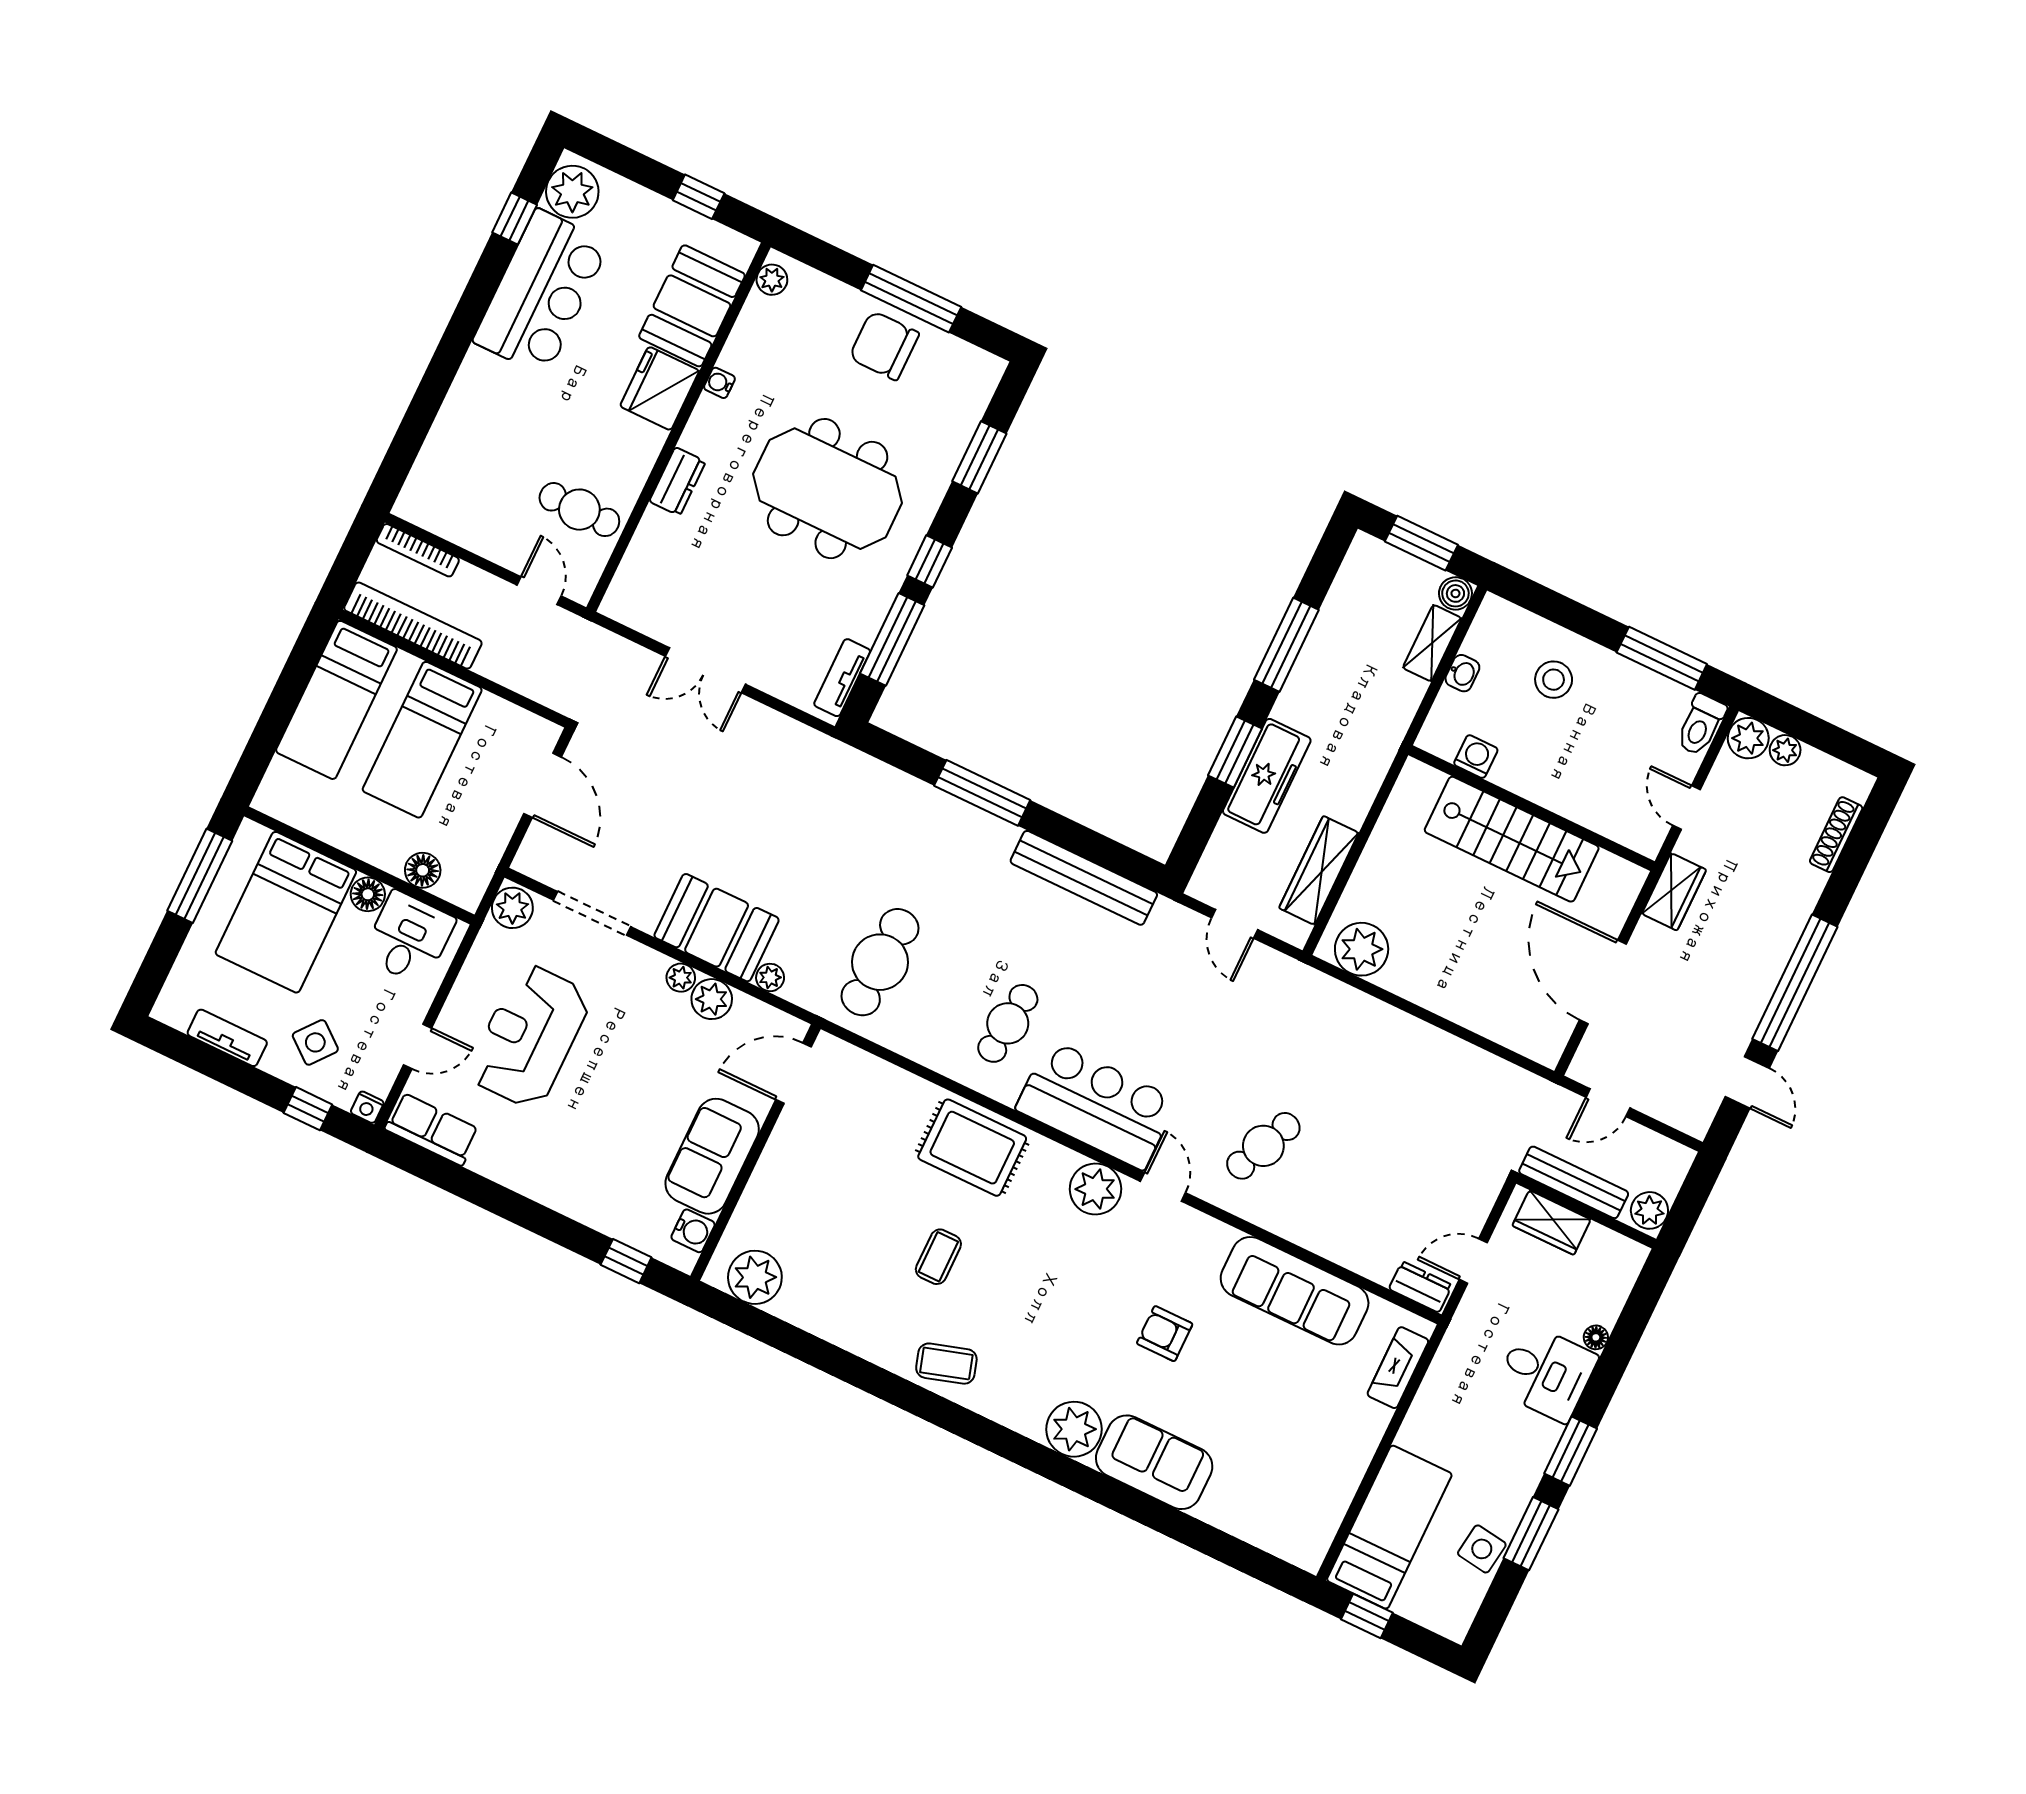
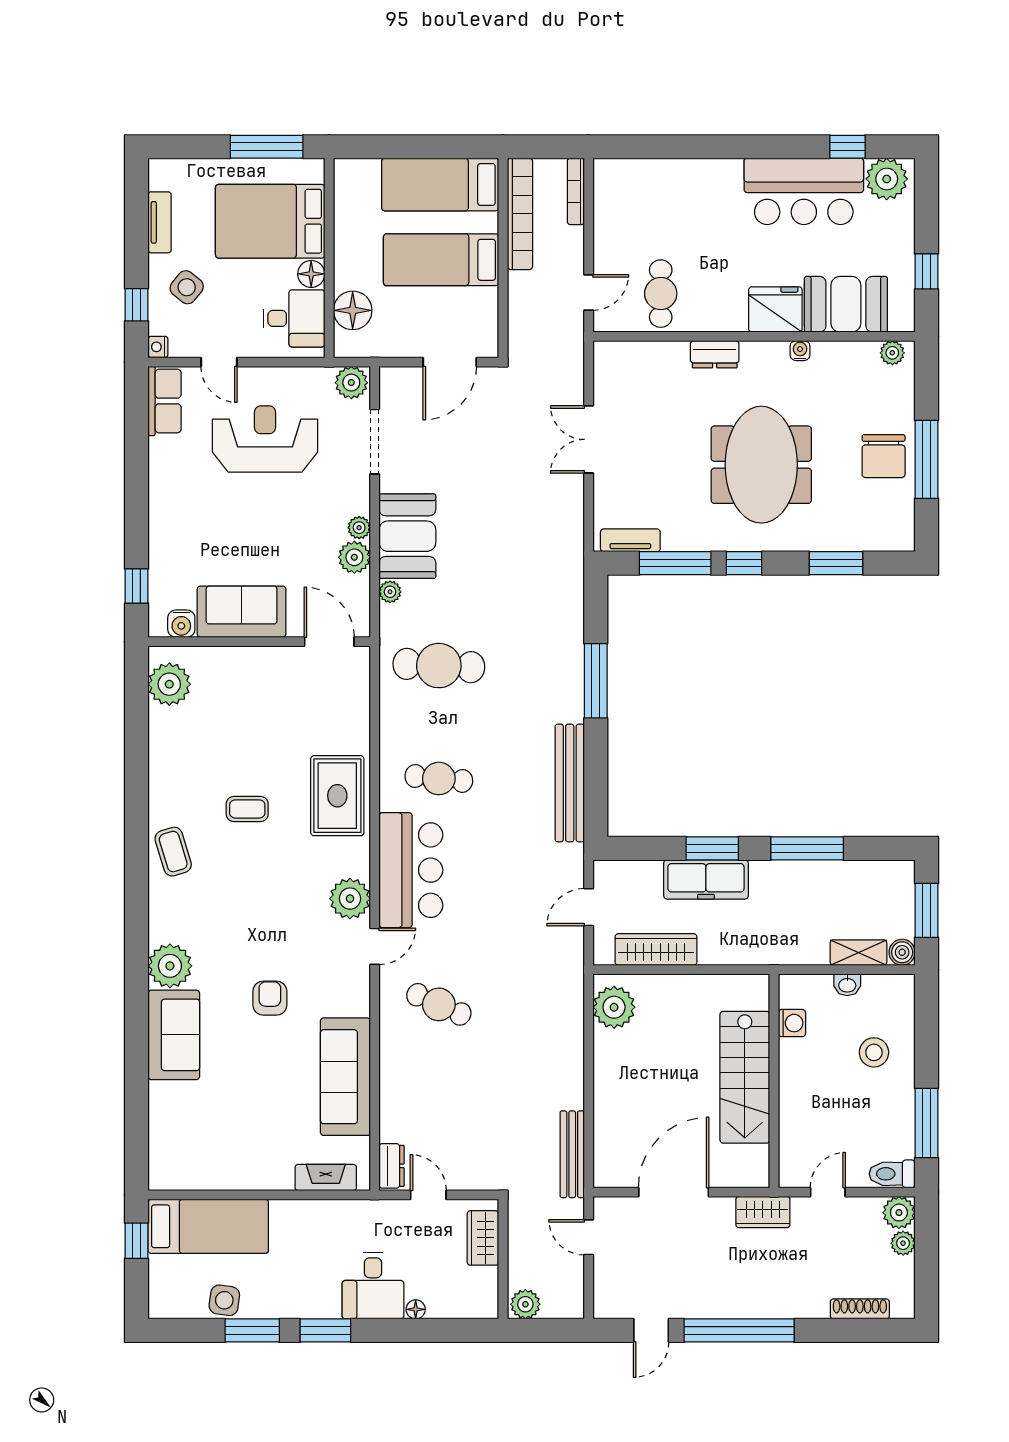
chair: (884, 346) -> (884, 456), turned 180
floor lamp: (423, 870) -> (353, 310), width x1.38, depth x1.38
bench: (1574, 1182) -> (572, 1154), moved

